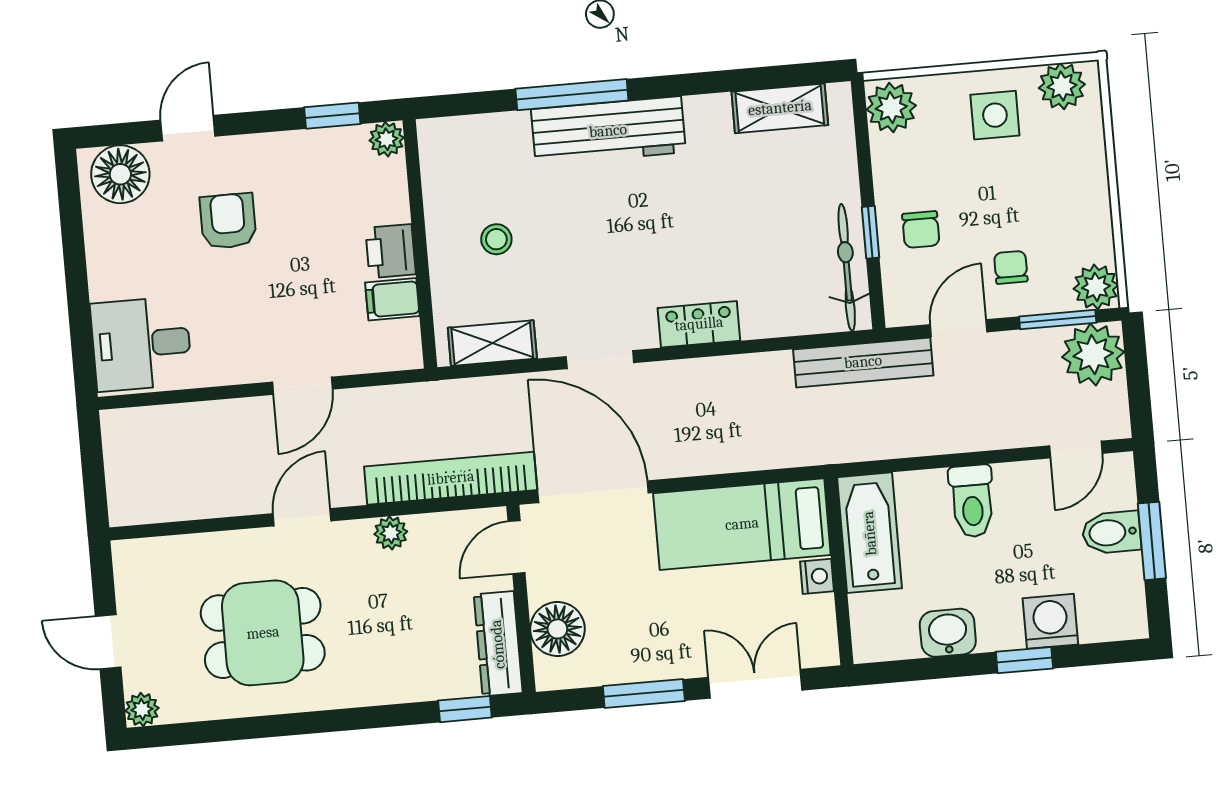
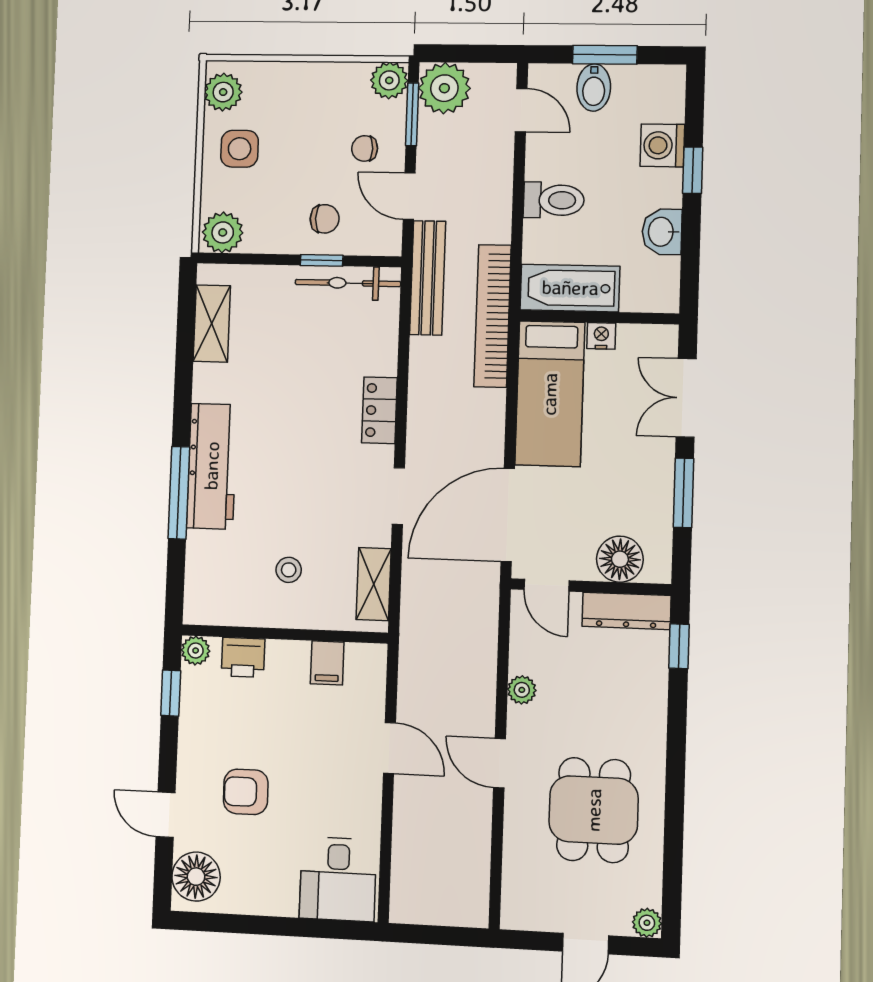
printer: (391, 251) -> (243, 657), moved
bookcase: (451, 478) -> (493, 316), moved

